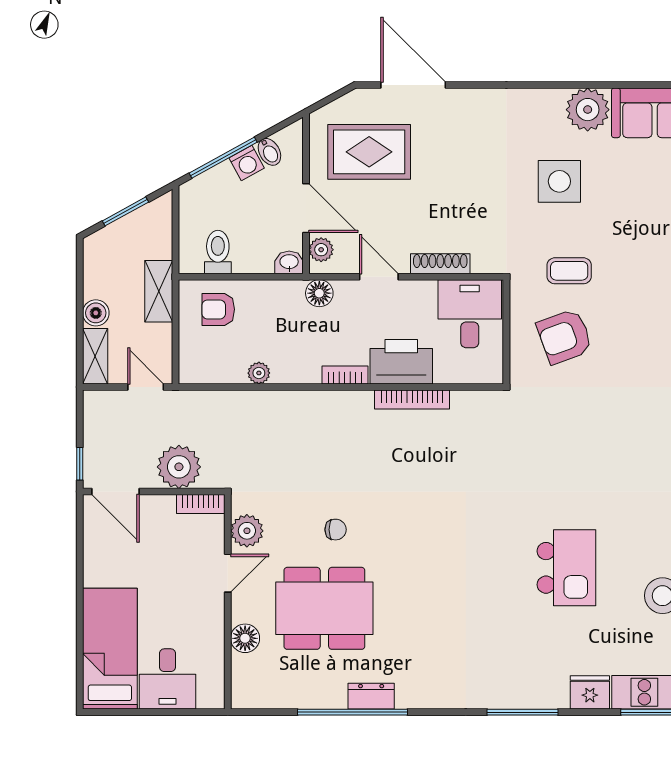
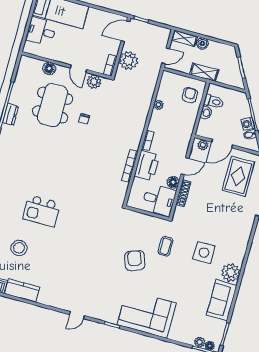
washbasin: (289, 262) -> (206, 113), moved
floor lamp: (319, 293) -> (173, 182), moved
armchair: (565, 336) -> (135, 261), moved

